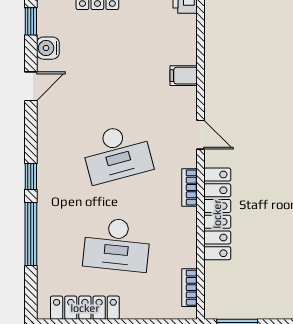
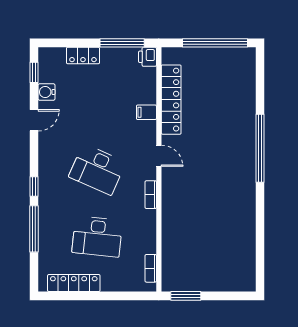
desk: (117, 153) -> (97, 169), turned 39
locker: (217, 214) -> (171, 100), moved

